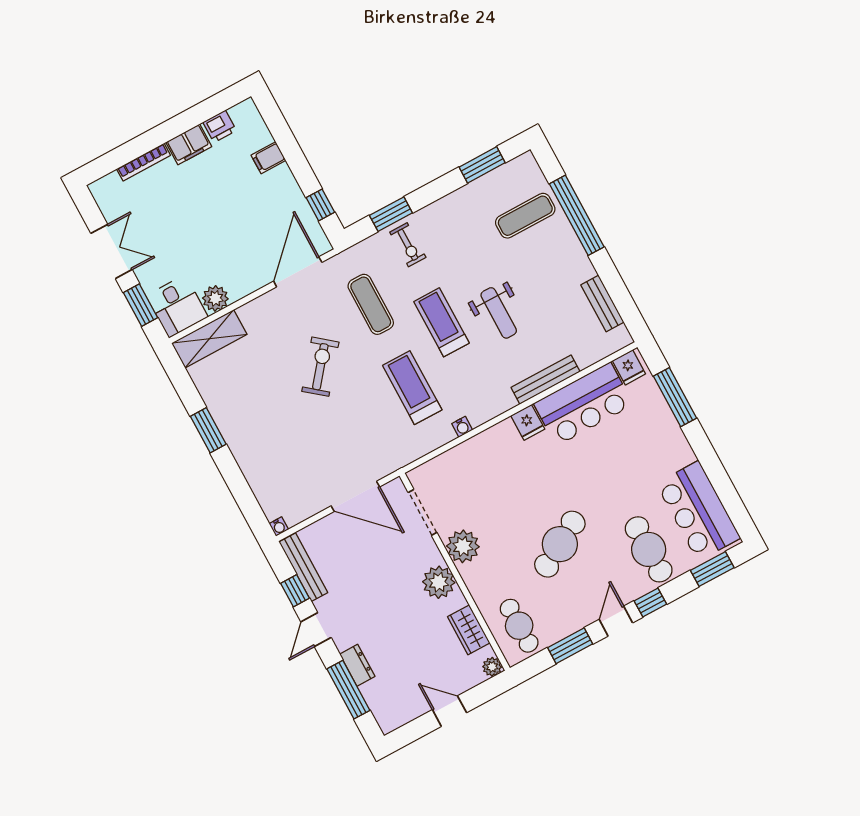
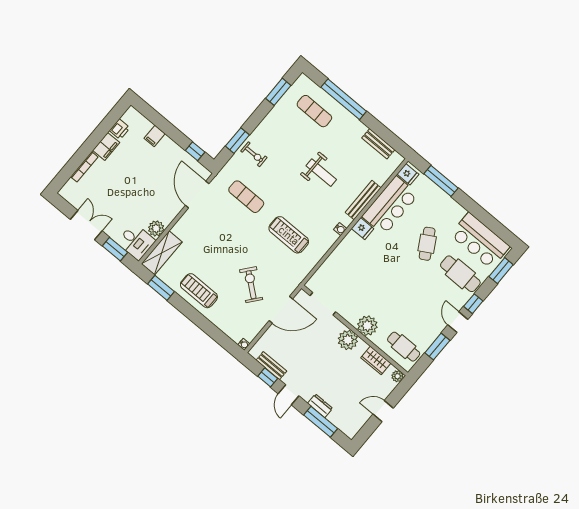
exercise mat: (525, 216) -> (314, 111), turned 90
treadmill: (442, 322) -> (199, 291), moved
exercise bike: (320, 367) -> (251, 285), moved
water cooler: (462, 427) -> (340, 229), moved
window: (208, 430) -> (161, 288), moved
cafe table: (560, 544) -> (427, 244), moved, width x0.73, depth x0.74
plant: (463, 546) -> (367, 326), moved
bench: (303, 567) -> (271, 366), width x0.73

